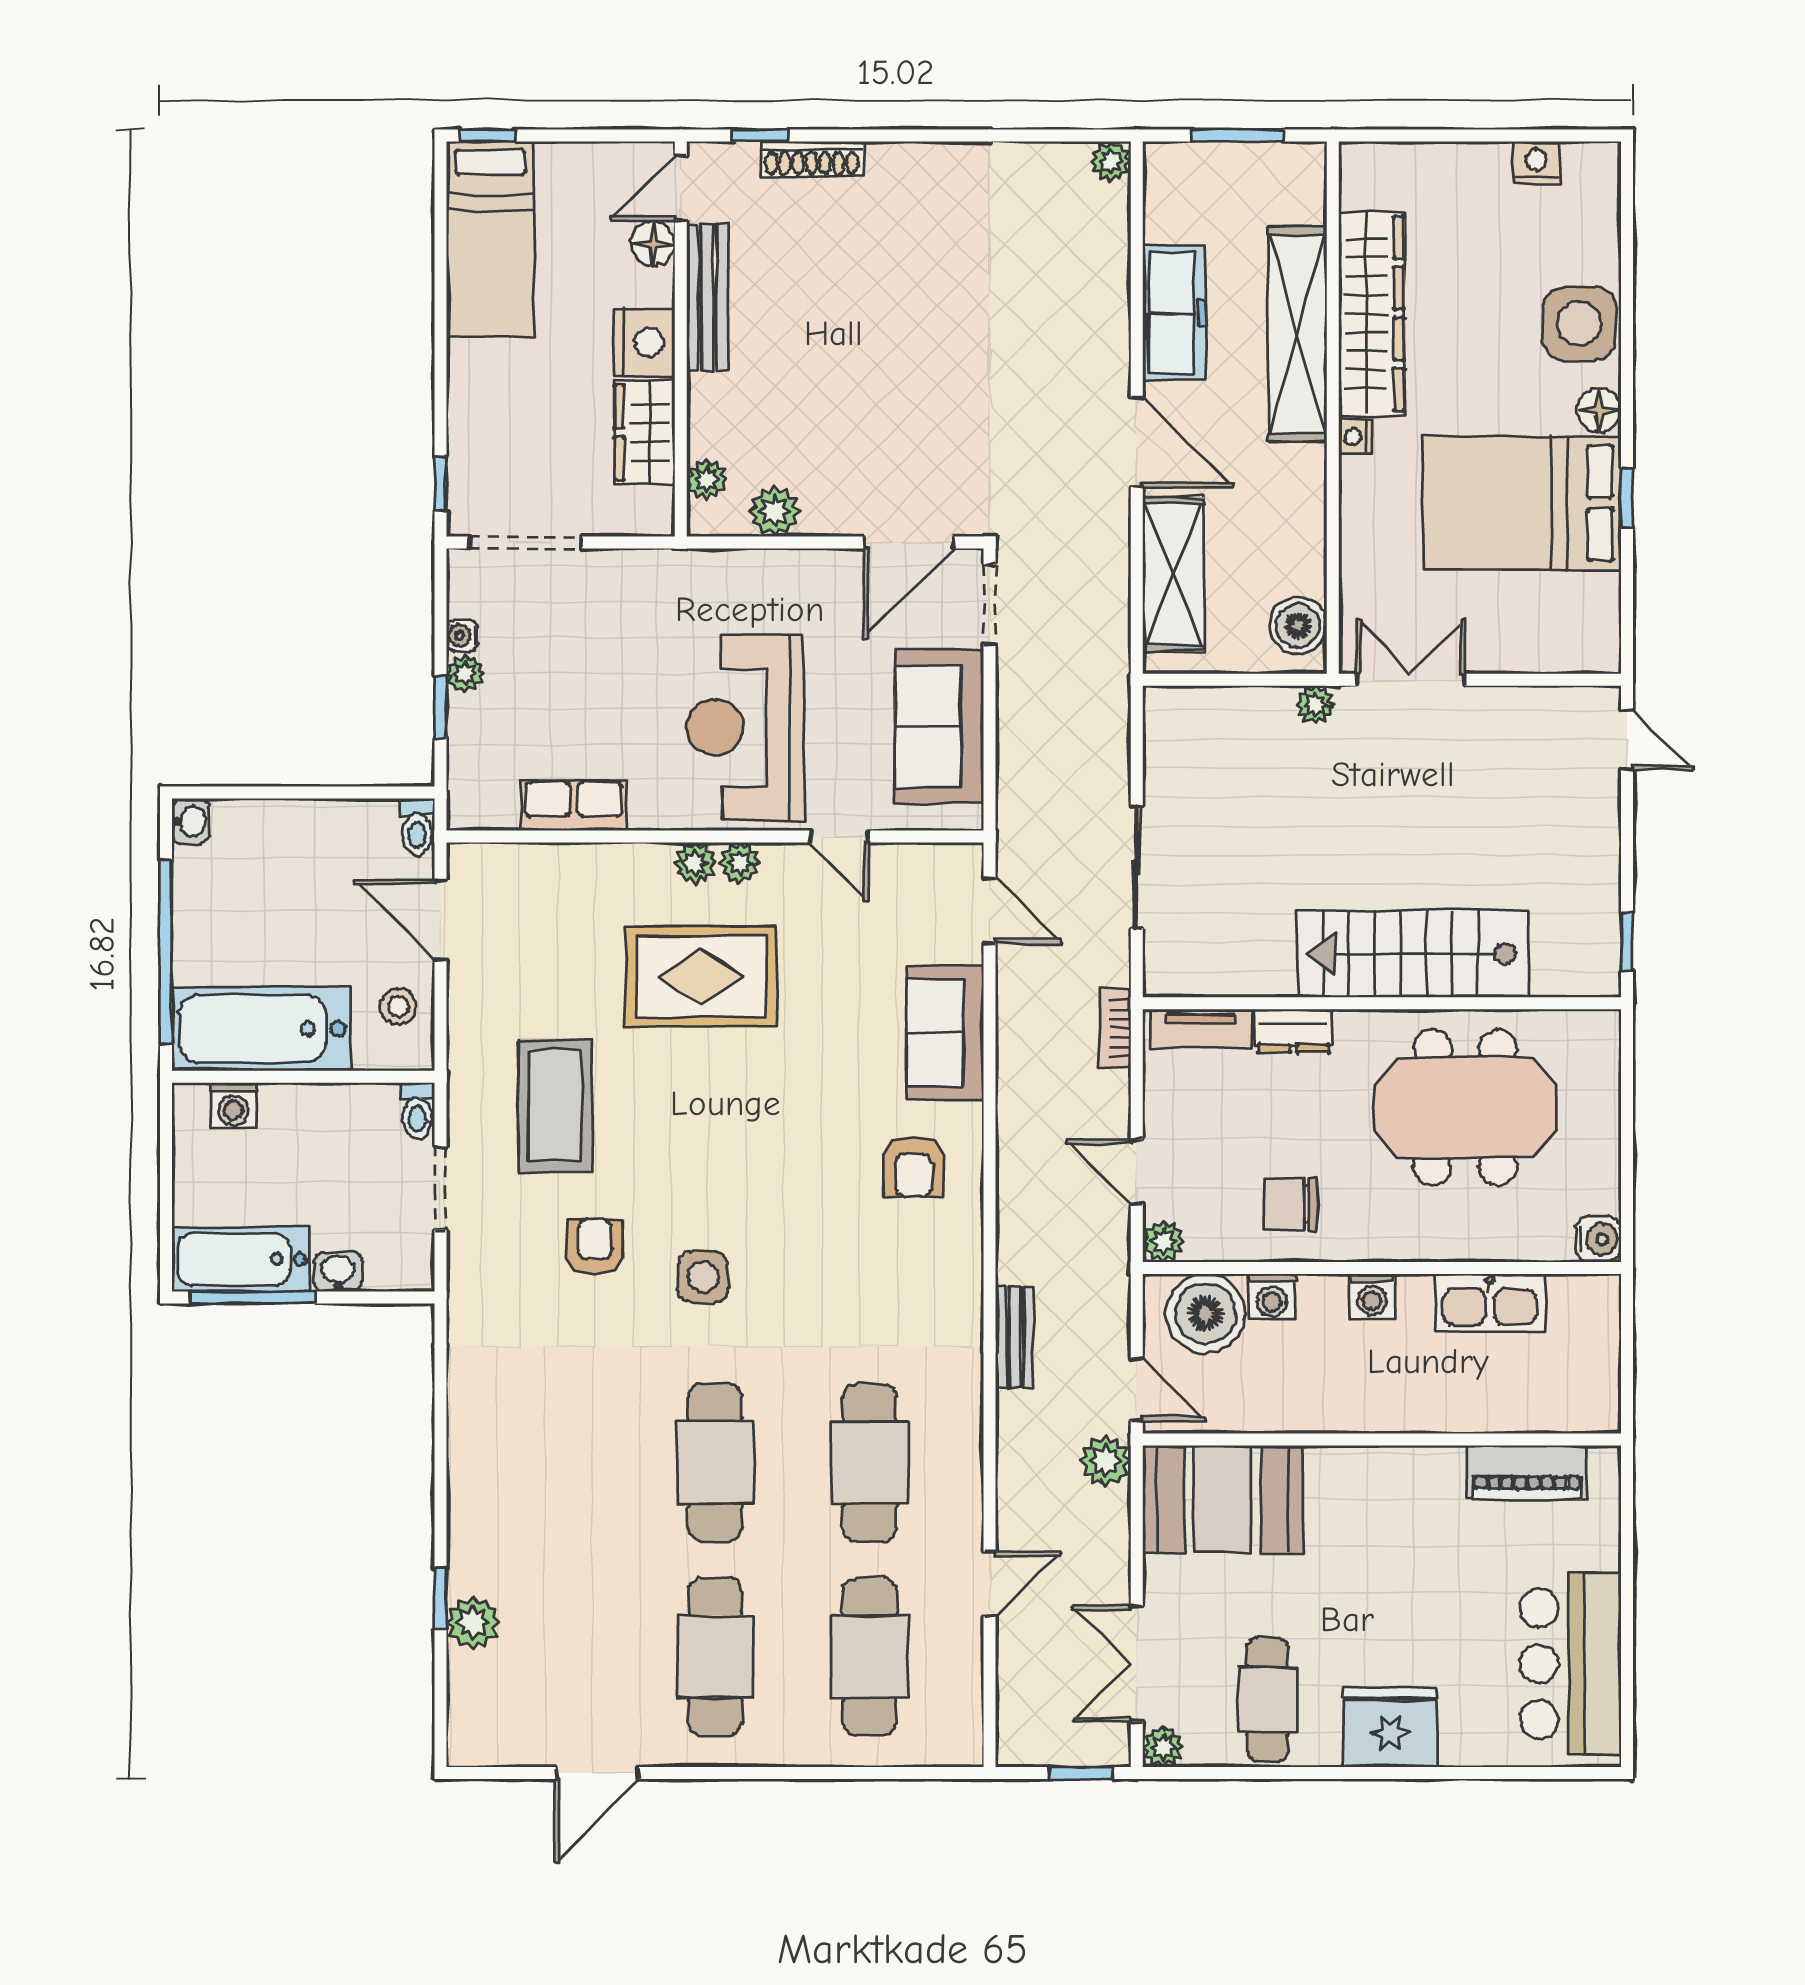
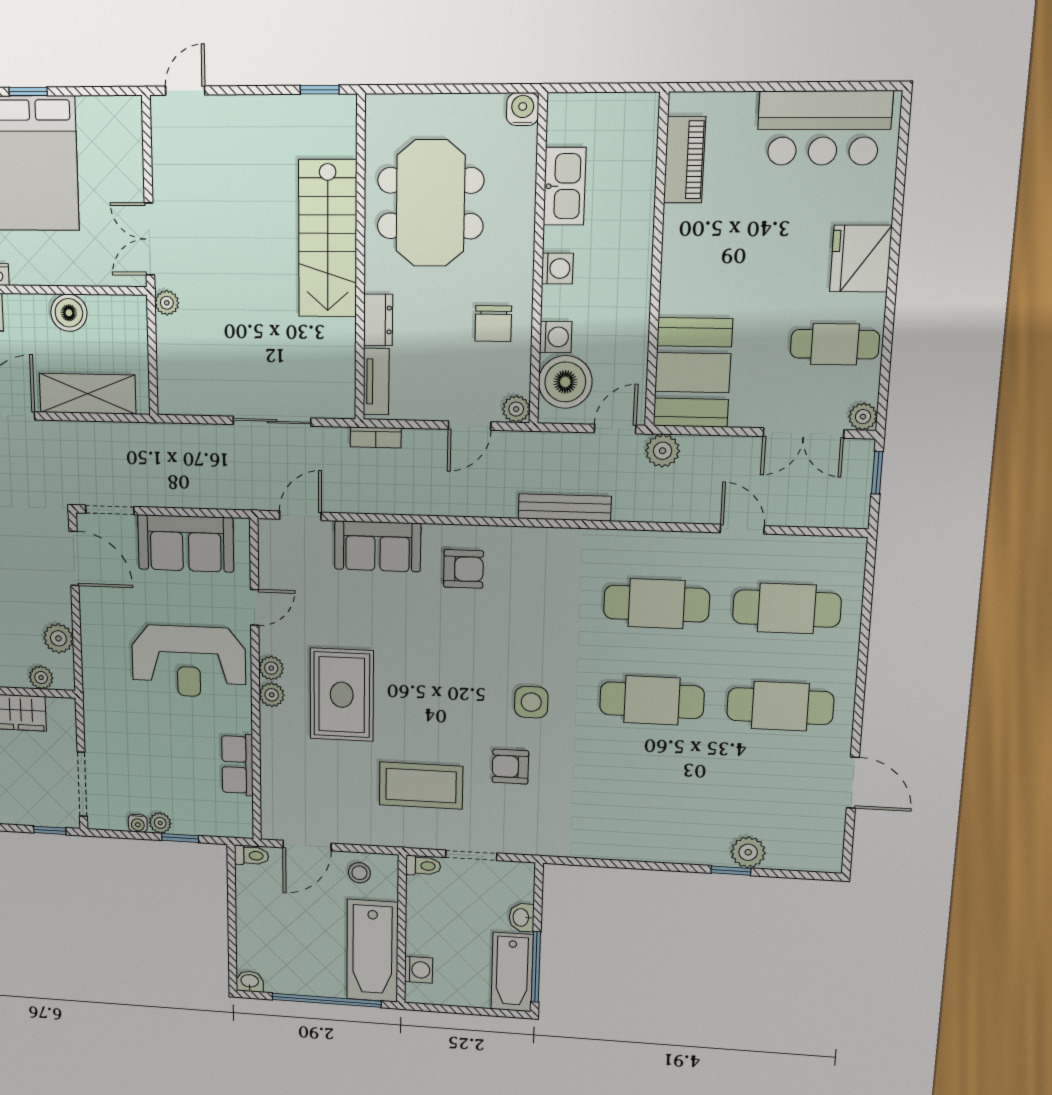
boiler: (1298, 625) -> (69, 313), moved
bench: (1015, 1337) -> (565, 507), width x1.36

